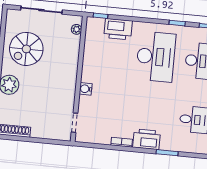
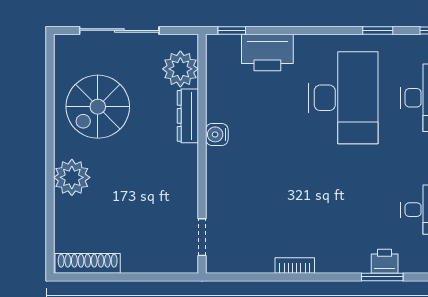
plant: (76, 29) -> (180, 69), width x1.88, depth x1.88
dresser: (73, 58) -> (188, 116), added
water cooler: (86, 89) -> (217, 134), moved
printer: (147, 139) -> (385, 261), moved, width x0.53, depth x0.68

